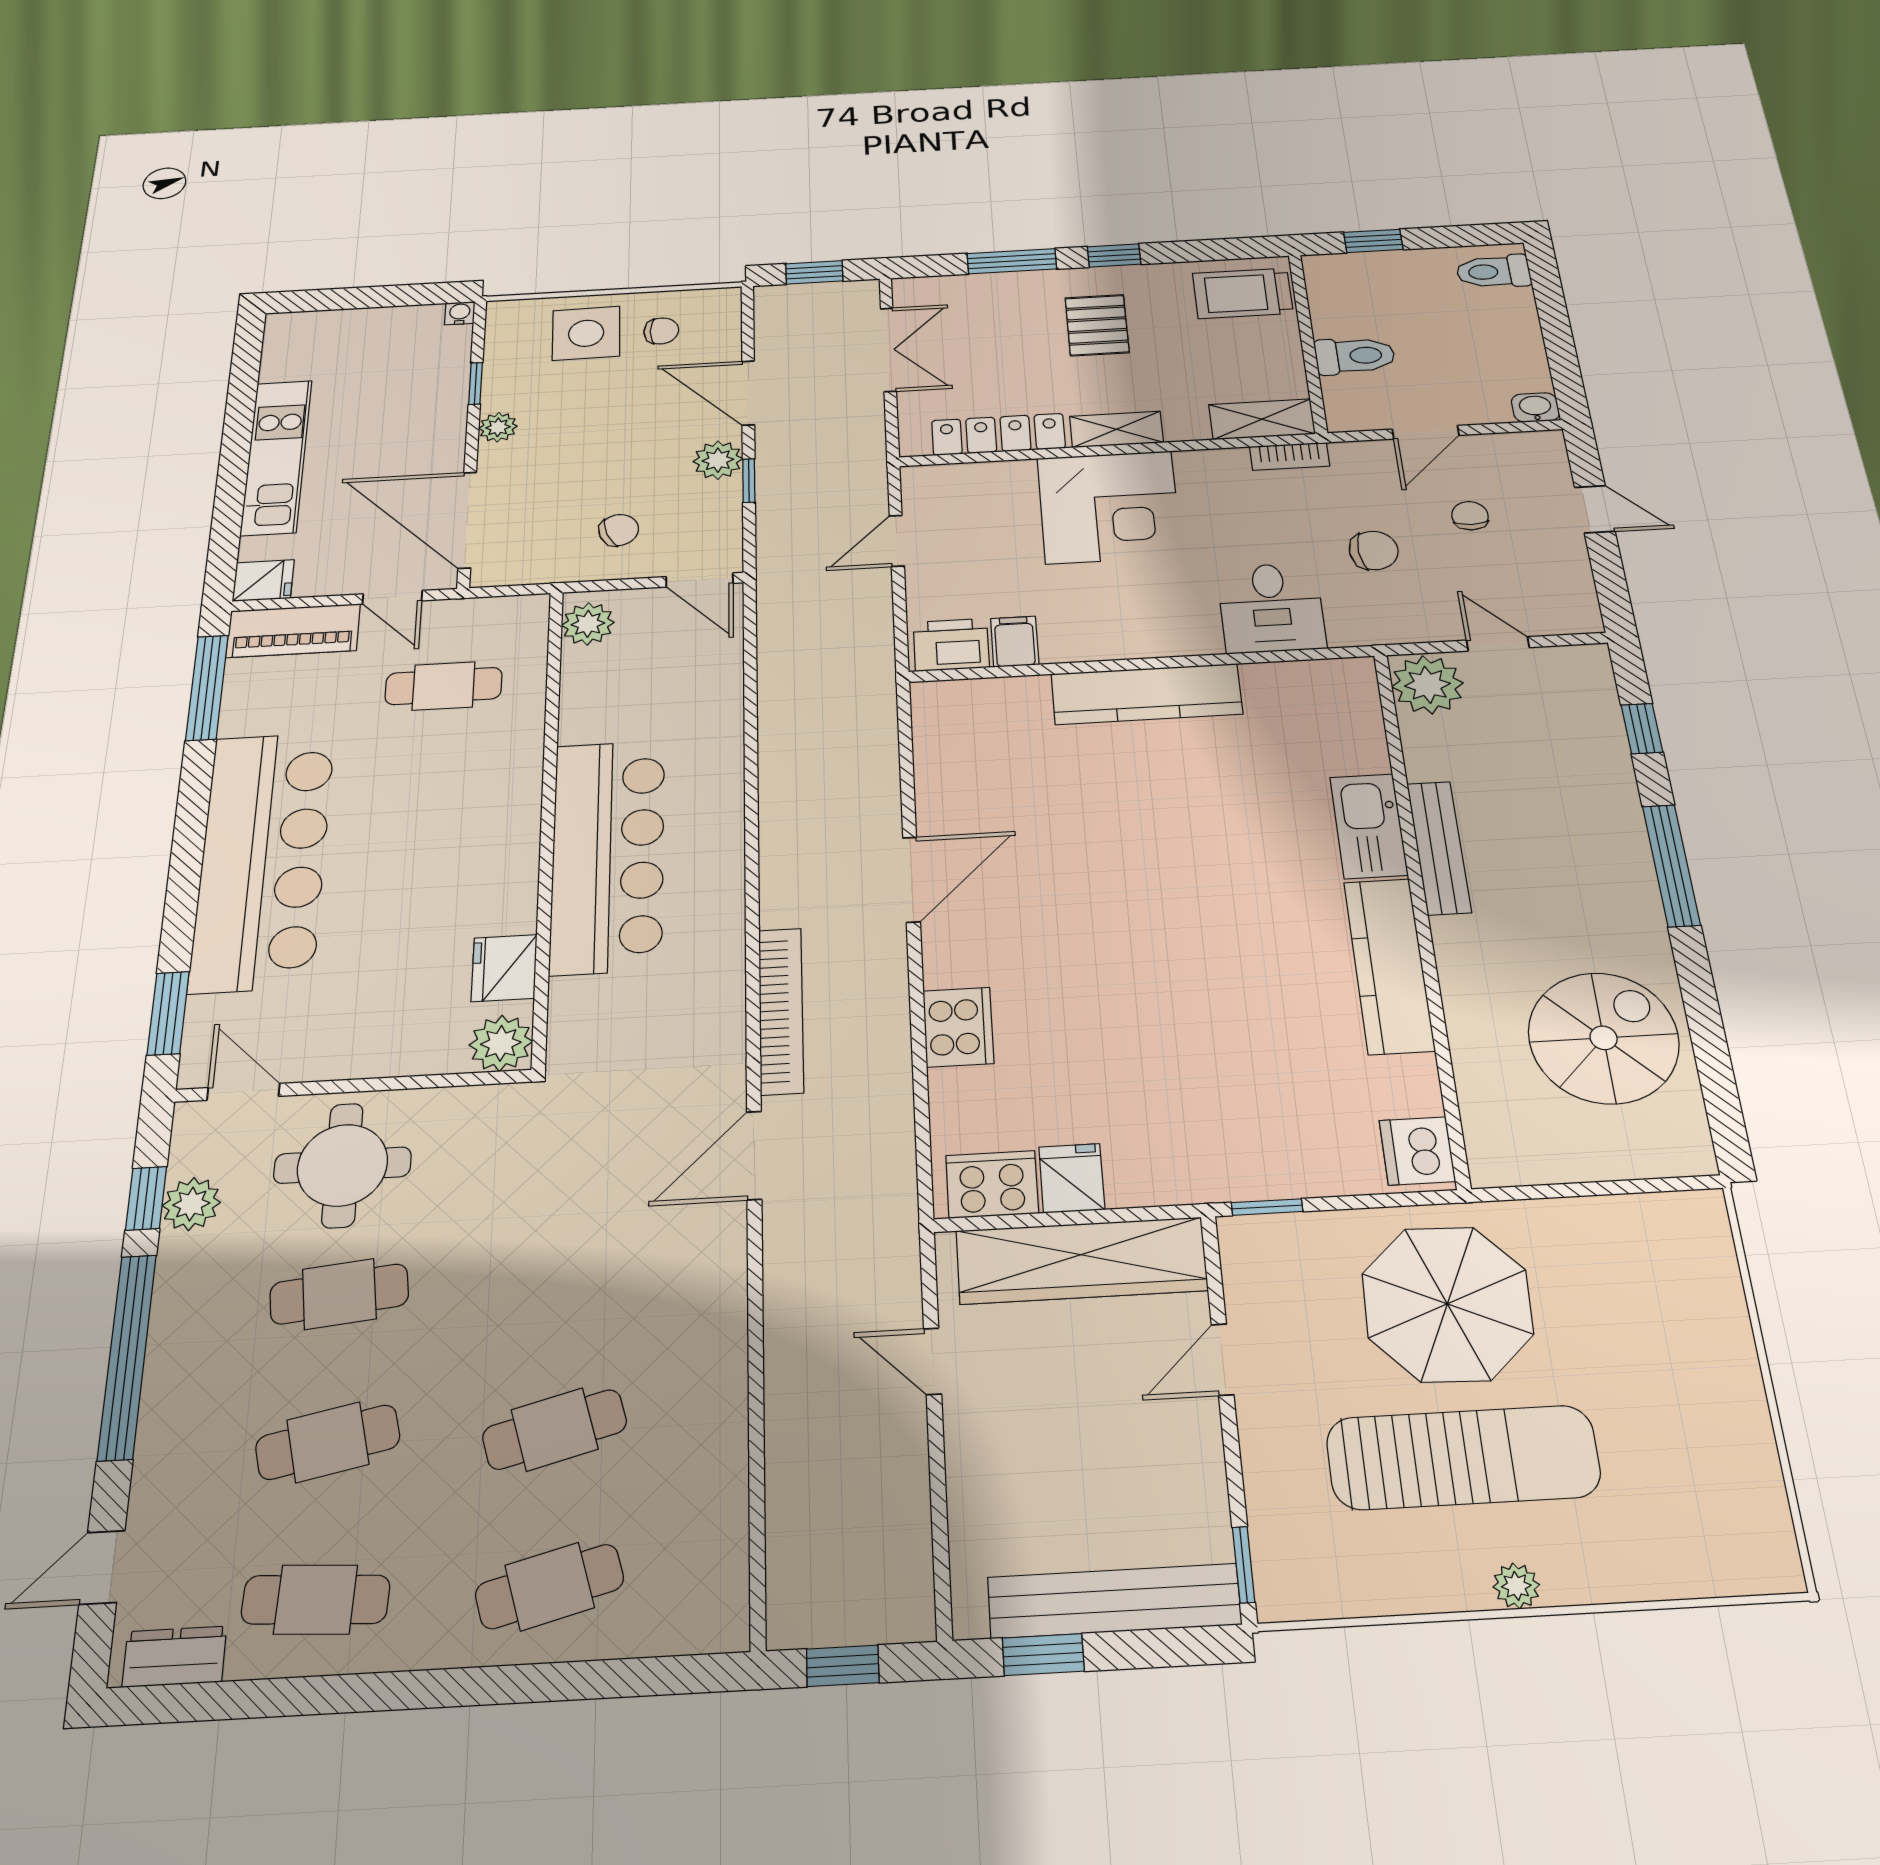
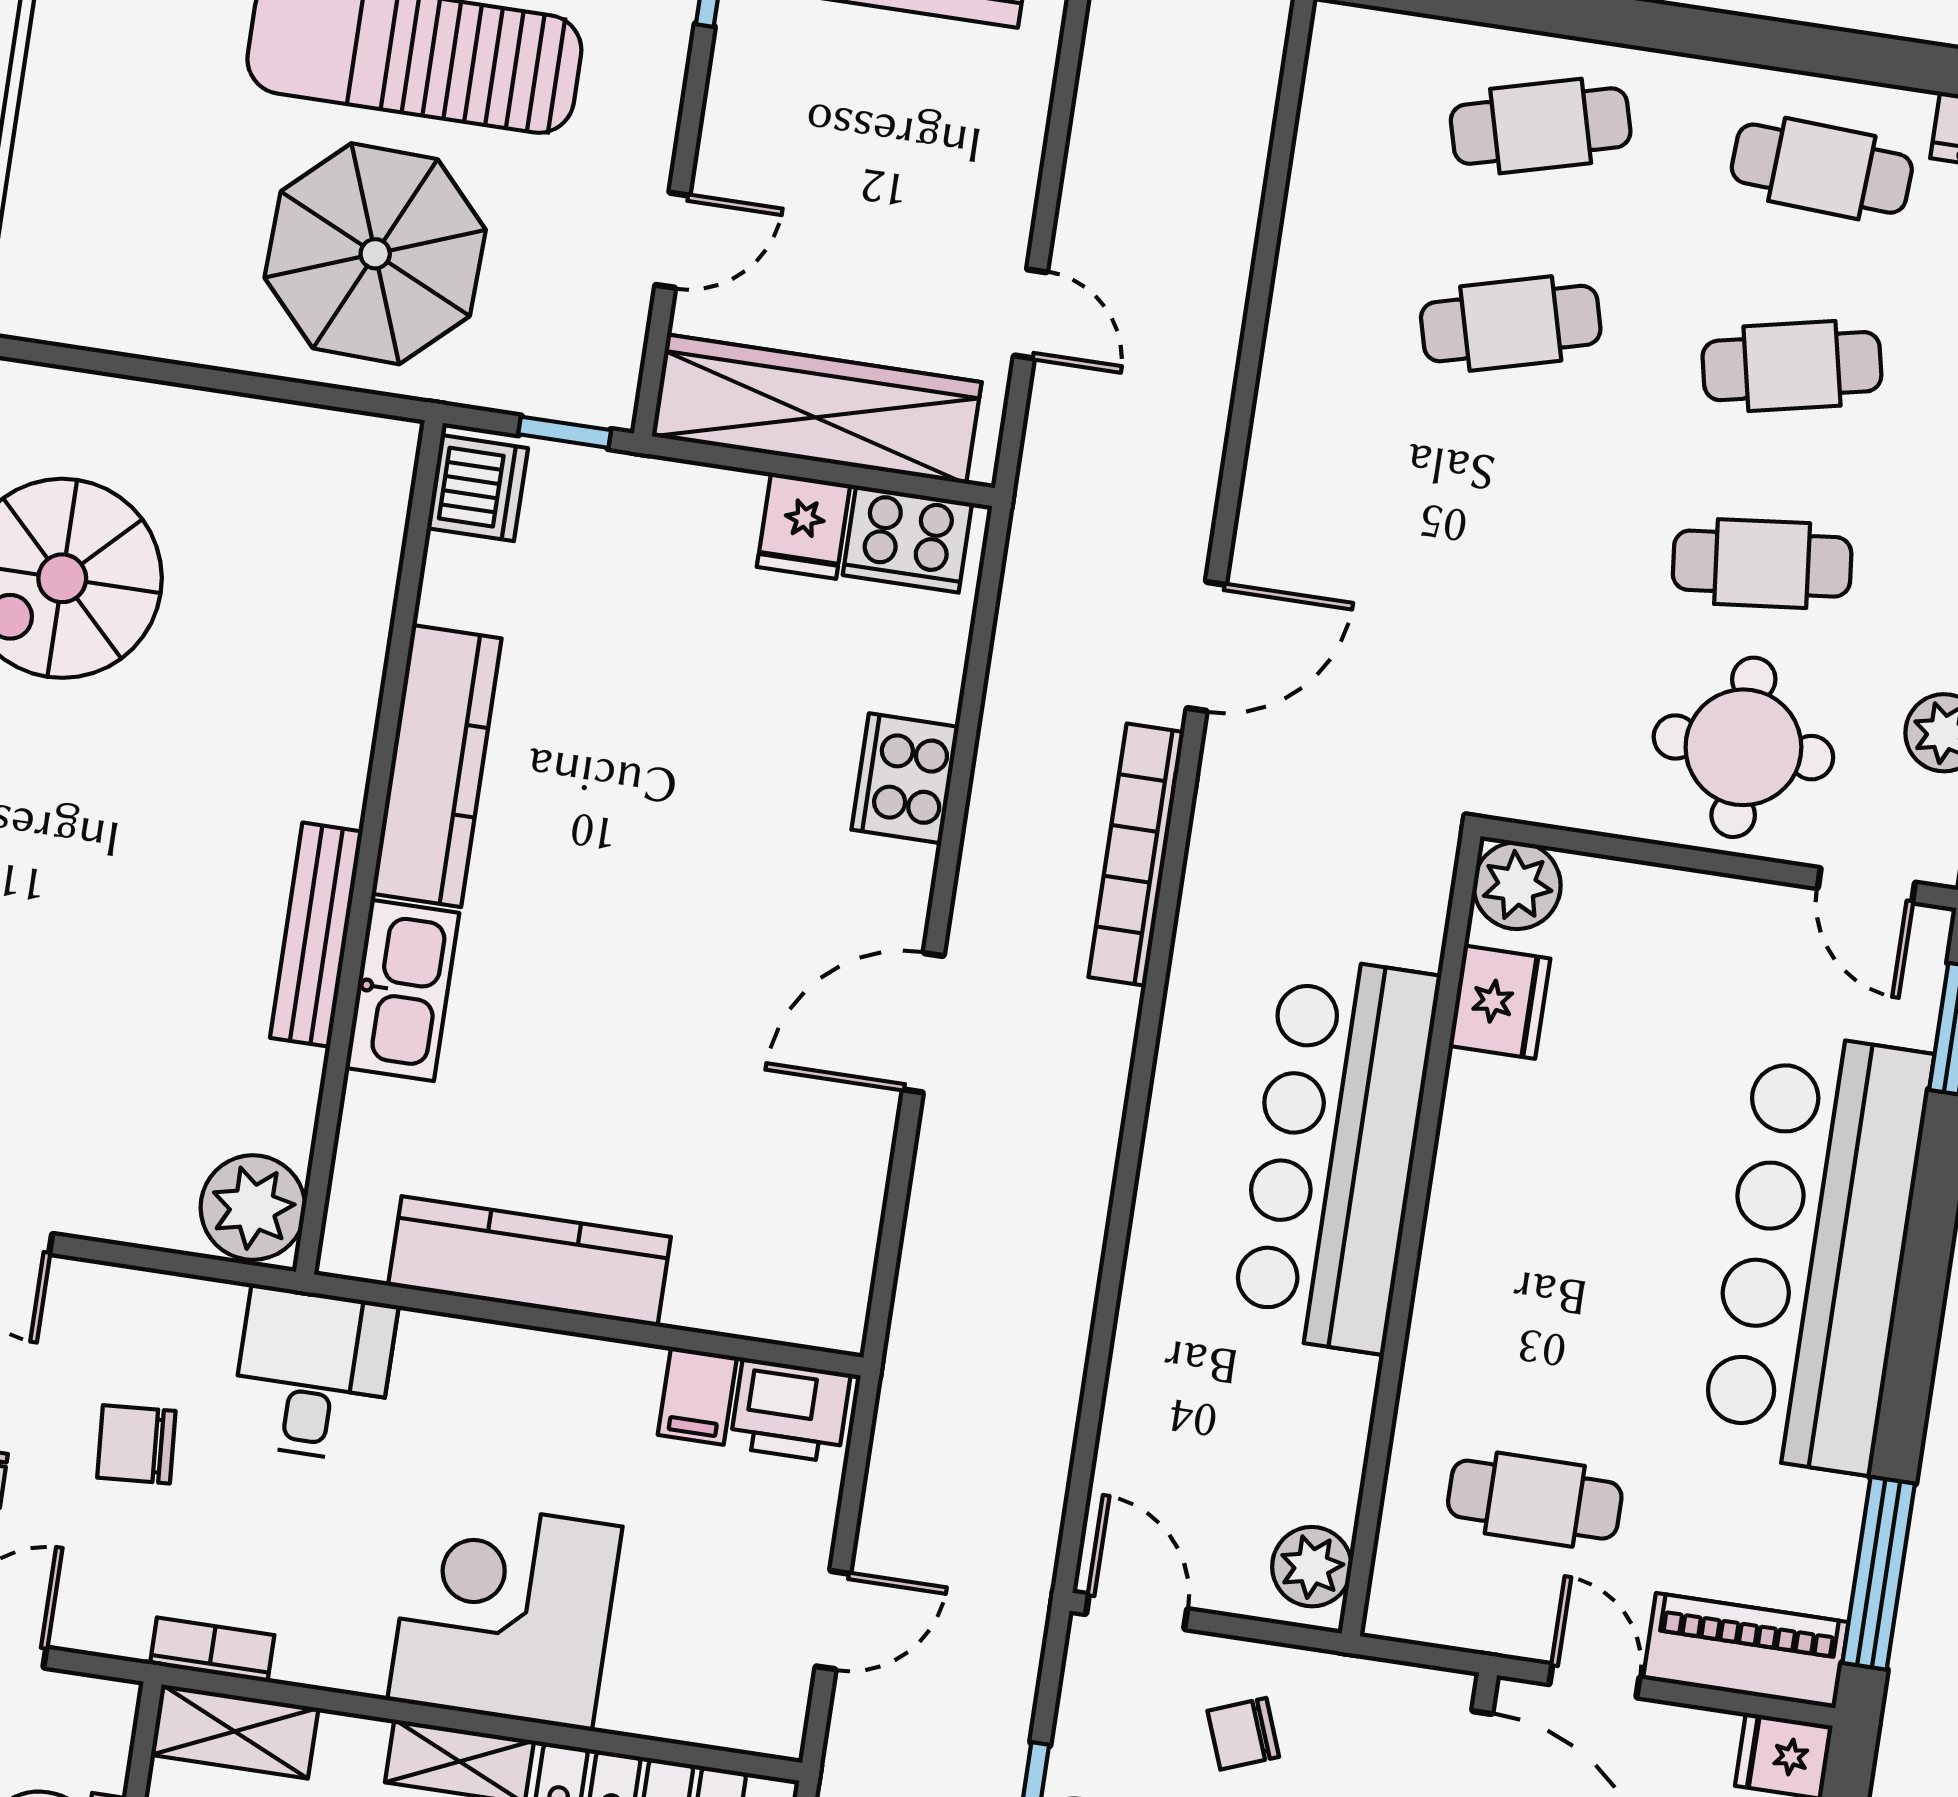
plant: (1427, 685) -> (253, 1208), moved
kitchen sink: (1369, 826) -> (402, 990), moved
bench: (1439, 848) -> (316, 935), moved
wall: (1420, 907) -> (369, 847), moved
kitchen counter: (1389, 966) -> (437, 766), moved
dishwasher: (1417, 1151) -> (477, 488), moved

